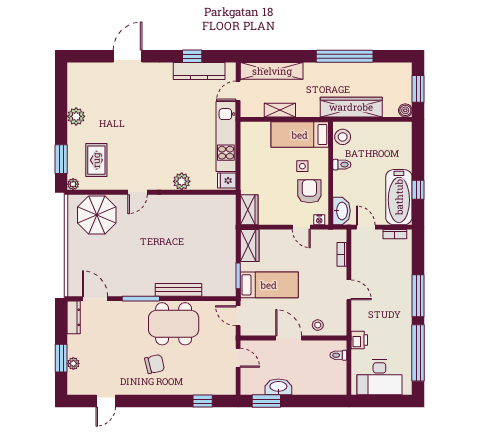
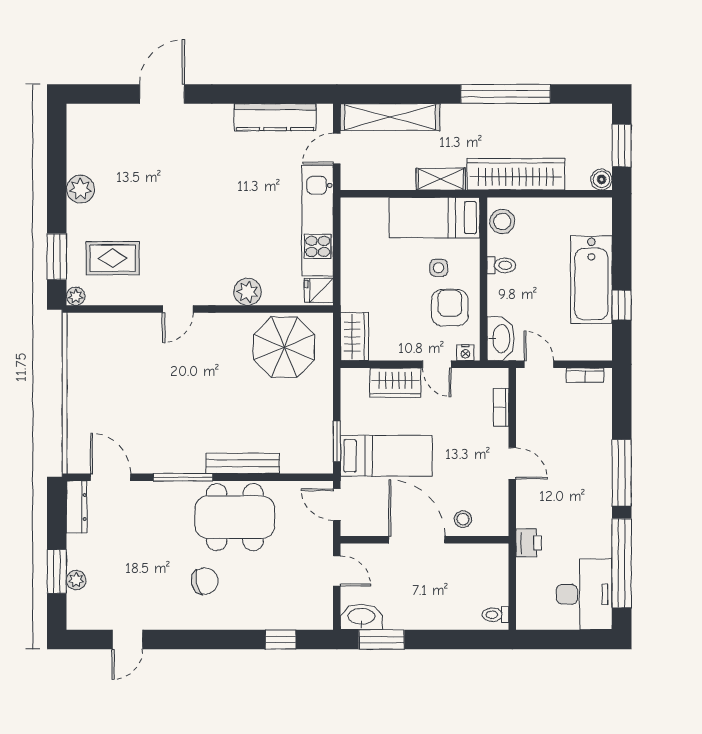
window: (192, 56) -> (264, 94), removed
shelving: (280, 110) -> (441, 179), moved
rug: (96, 160) -> (113, 258), turned 90
bathtub: (399, 197) -> (591, 280), moved
parasol: (97, 215) -> (284, 347), moved
wardrobe: (250, 245) -> (395, 383), moved, turned 90
door: (289, 338) -> (417, 540), width x1.36
toilet: (338, 355) -> (496, 615), moved
desk: (379, 377) -> (584, 594), moved, turned -90
washbasin: (278, 387) -> (361, 617), moved

